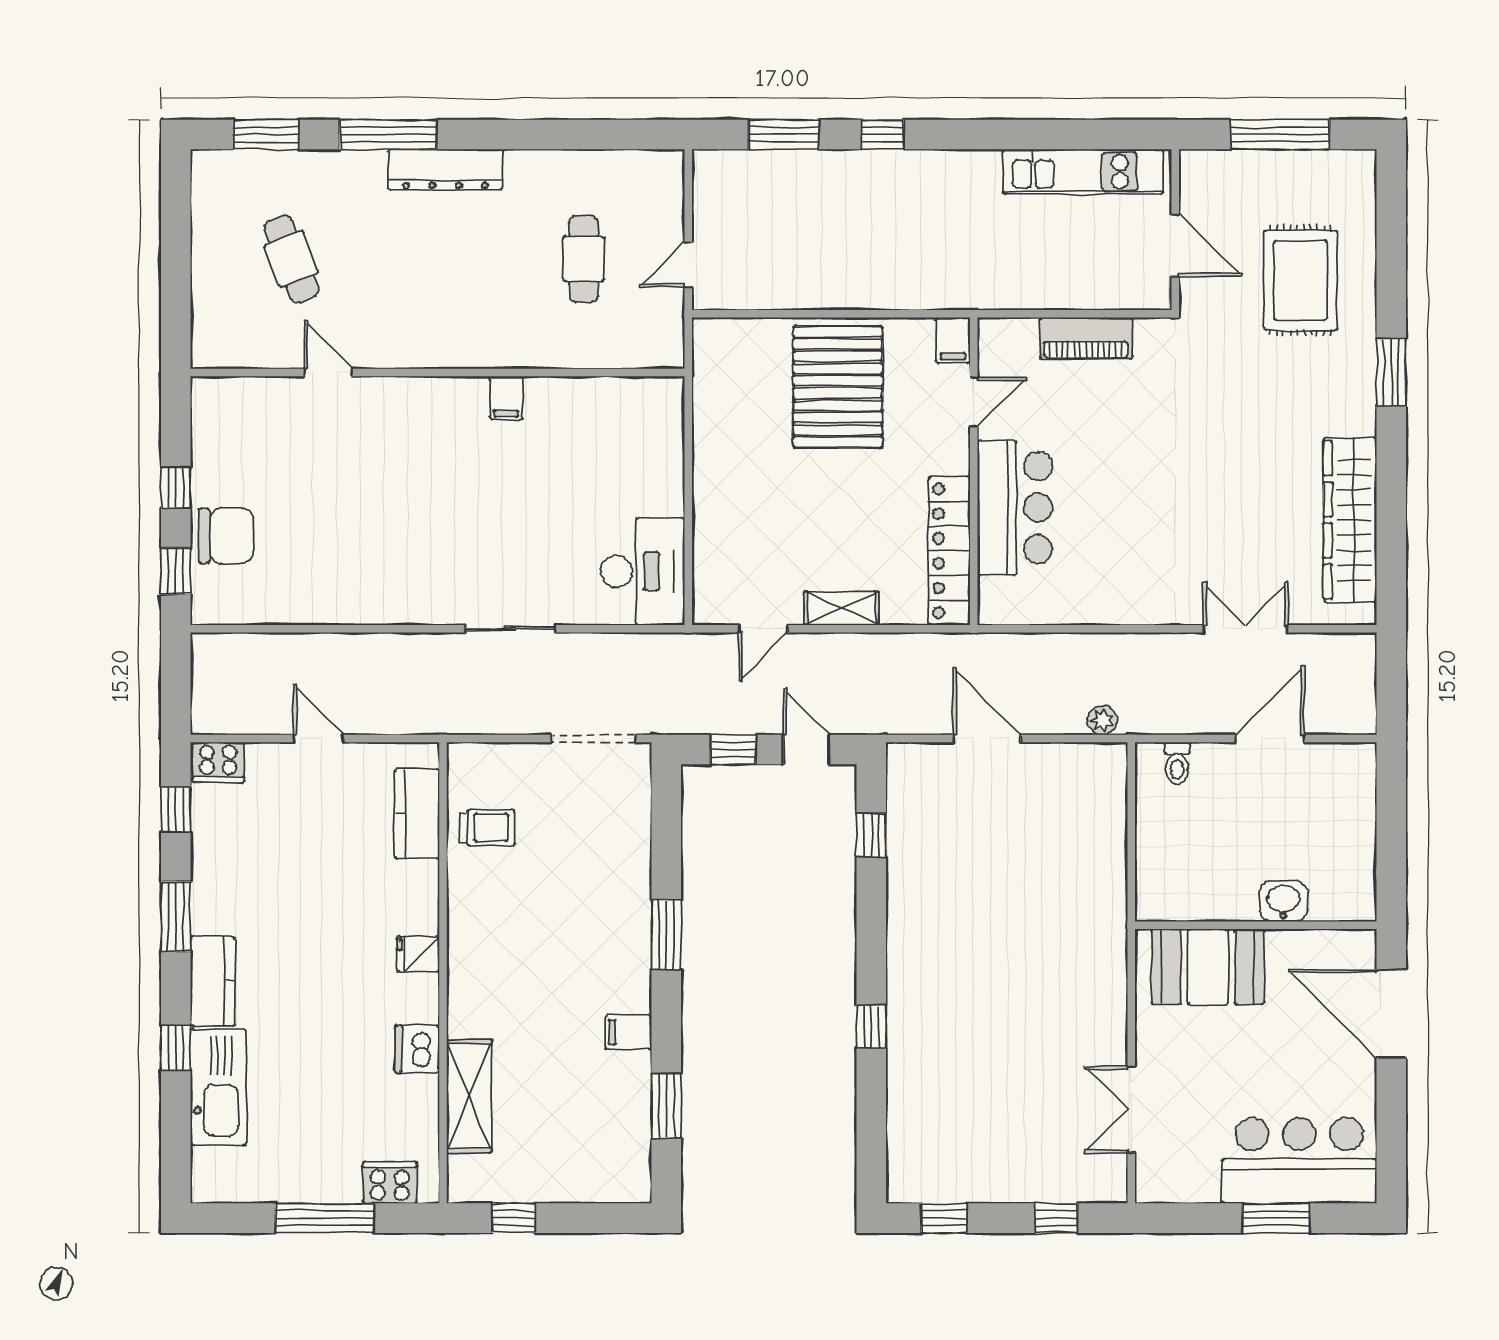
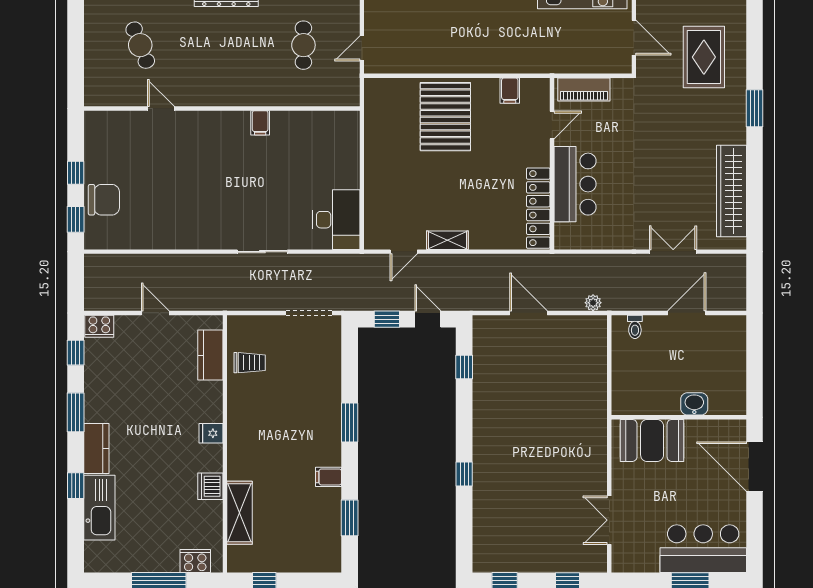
door: (974, 402) -> (552, 125), moved
wall: (974, 471) -> (552, 164), moved
bar counter: (1015, 508) -> (575, 184), moved
locker: (949, 551) -> (538, 208), moved

